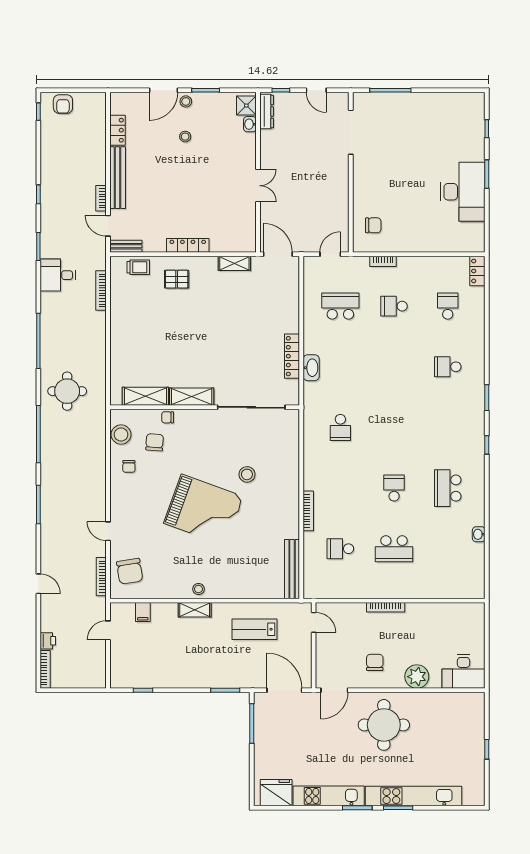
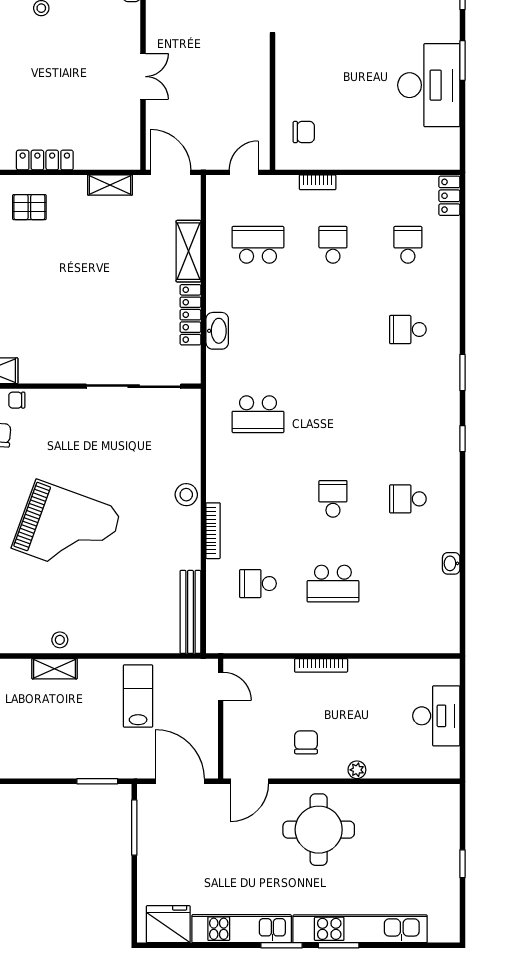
school desk: (394, 306) -> (333, 245), turned 90
shelving: (192, 397) -> (189, 251), moved, turned 90
school desk: (340, 427) -> (258, 414), width x1.85
stool: (247, 474) -> (186, 495), moved
school desk: (448, 488) -> (408, 499), width x0.54
lab bench: (254, 629) -> (138, 696), turned 90
desk: (463, 672) -> (436, 716), moved, turned -90
plant: (417, 677) -> (357, 770), width x0.53, depth x0.53

